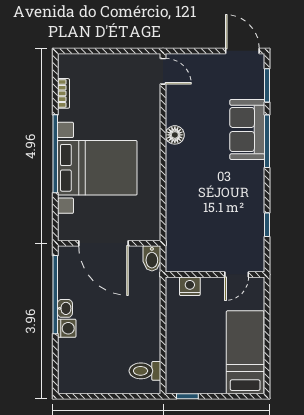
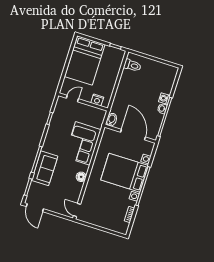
corner sofa: (191, 198) -> (83, 143), added
bed: (245, 352) -> (85, 60), width x1.50

